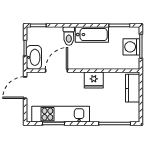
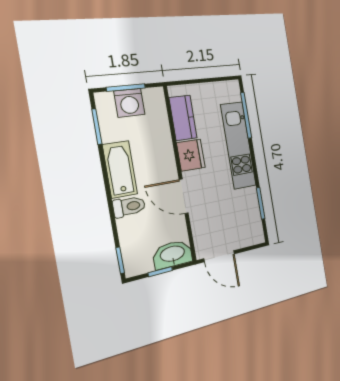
door: (57, 71) -> (184, 196), moved
kitchen counter: (133, 88) -> (183, 118), moved, turned -90
kitchen unit: (61, 114) -> (238, 145), moved

